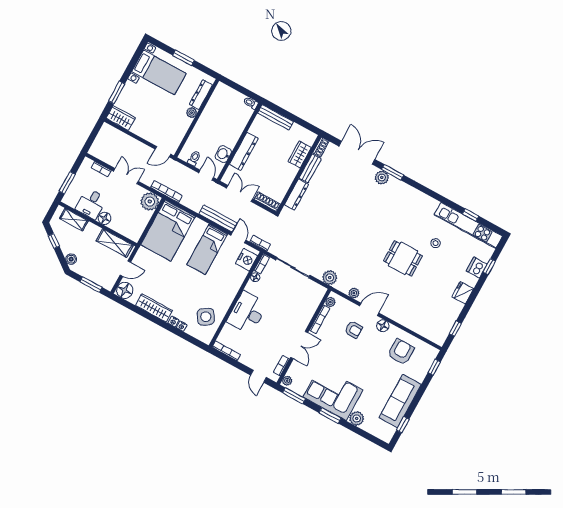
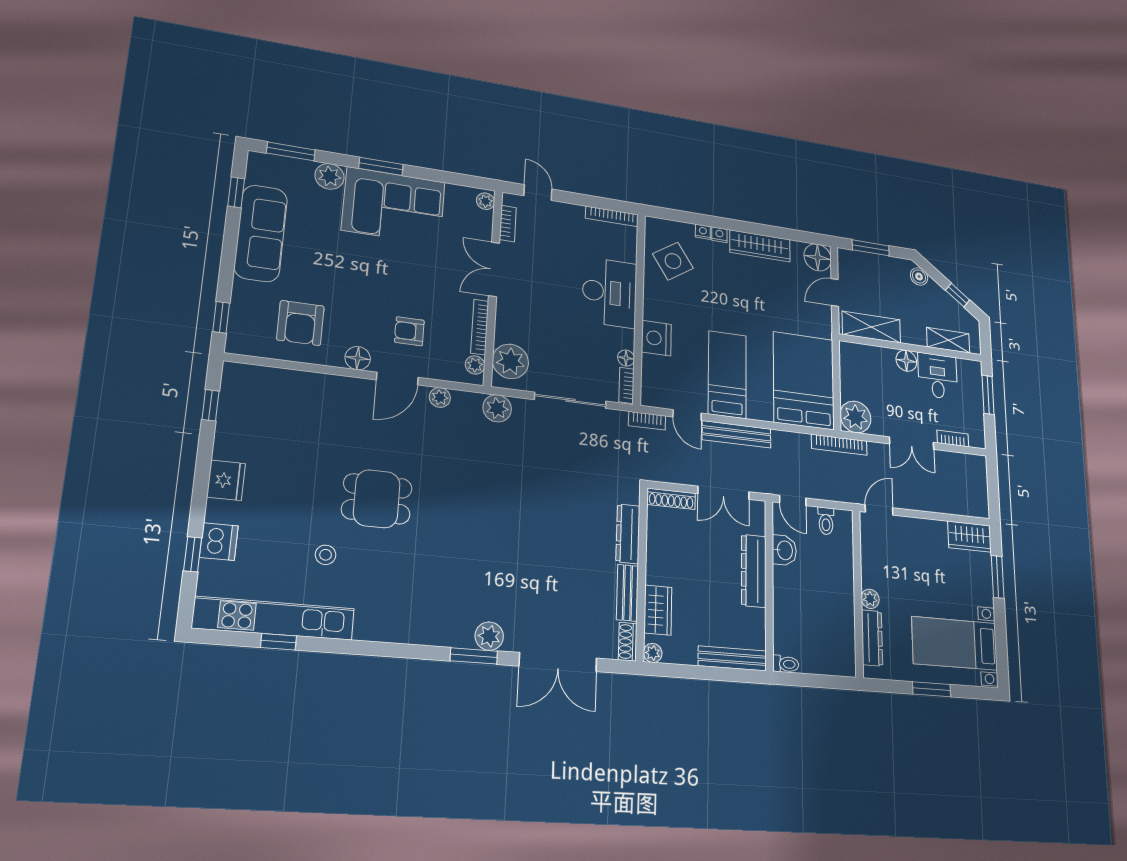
plant: (312, 137) -> (653, 653), added
nightstand: (247, 260) -> (656, 338), moved
plant: (313, 297) -> (510, 361), added
window: (294, 396) -> (291, 151), moved

